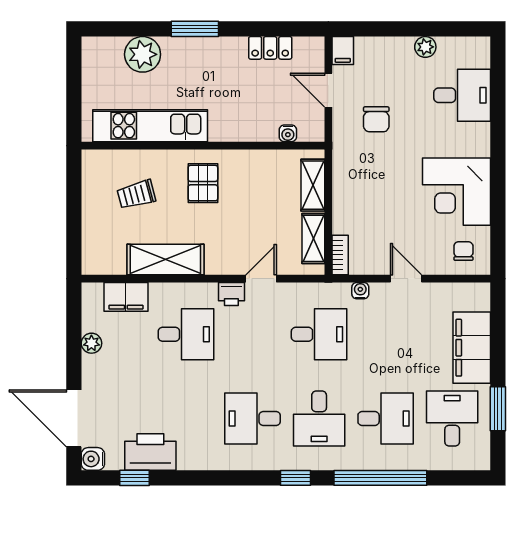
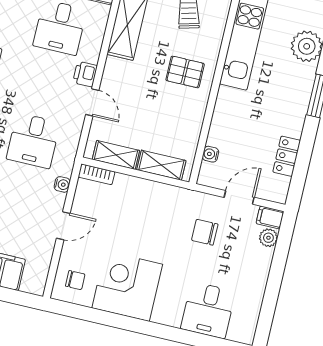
plant: (425, 47) -> (268, 238), moved

